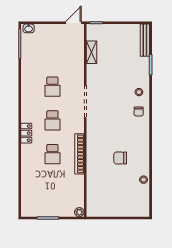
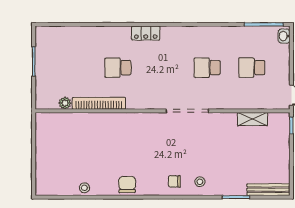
school desk: (52, 120) -> (252, 68), moved
bookcase: (79, 154) -> (99, 103), moved
chair: (120, 158) -> (127, 185), moved
plant: (79, 212) -> (65, 103), moved

